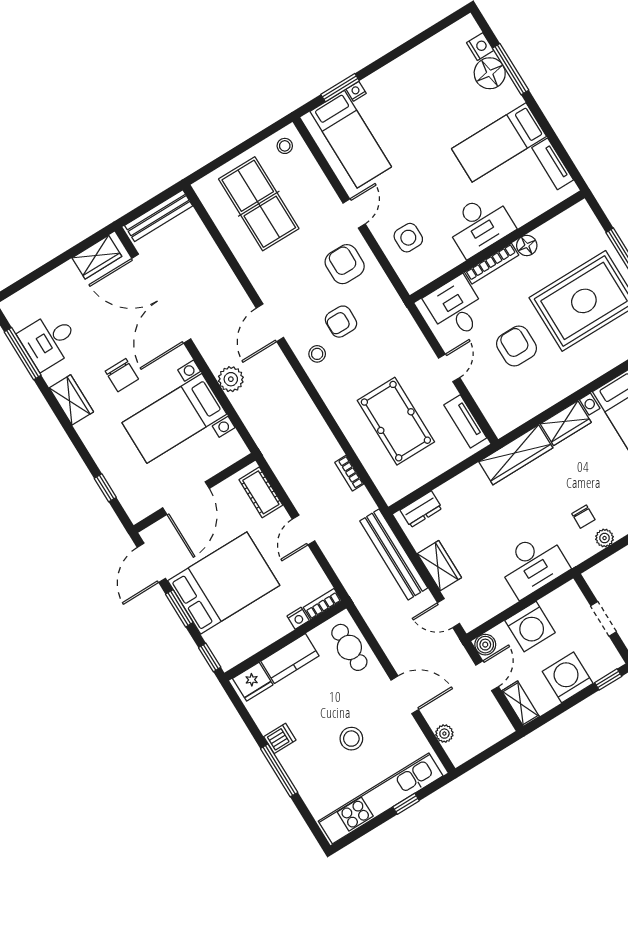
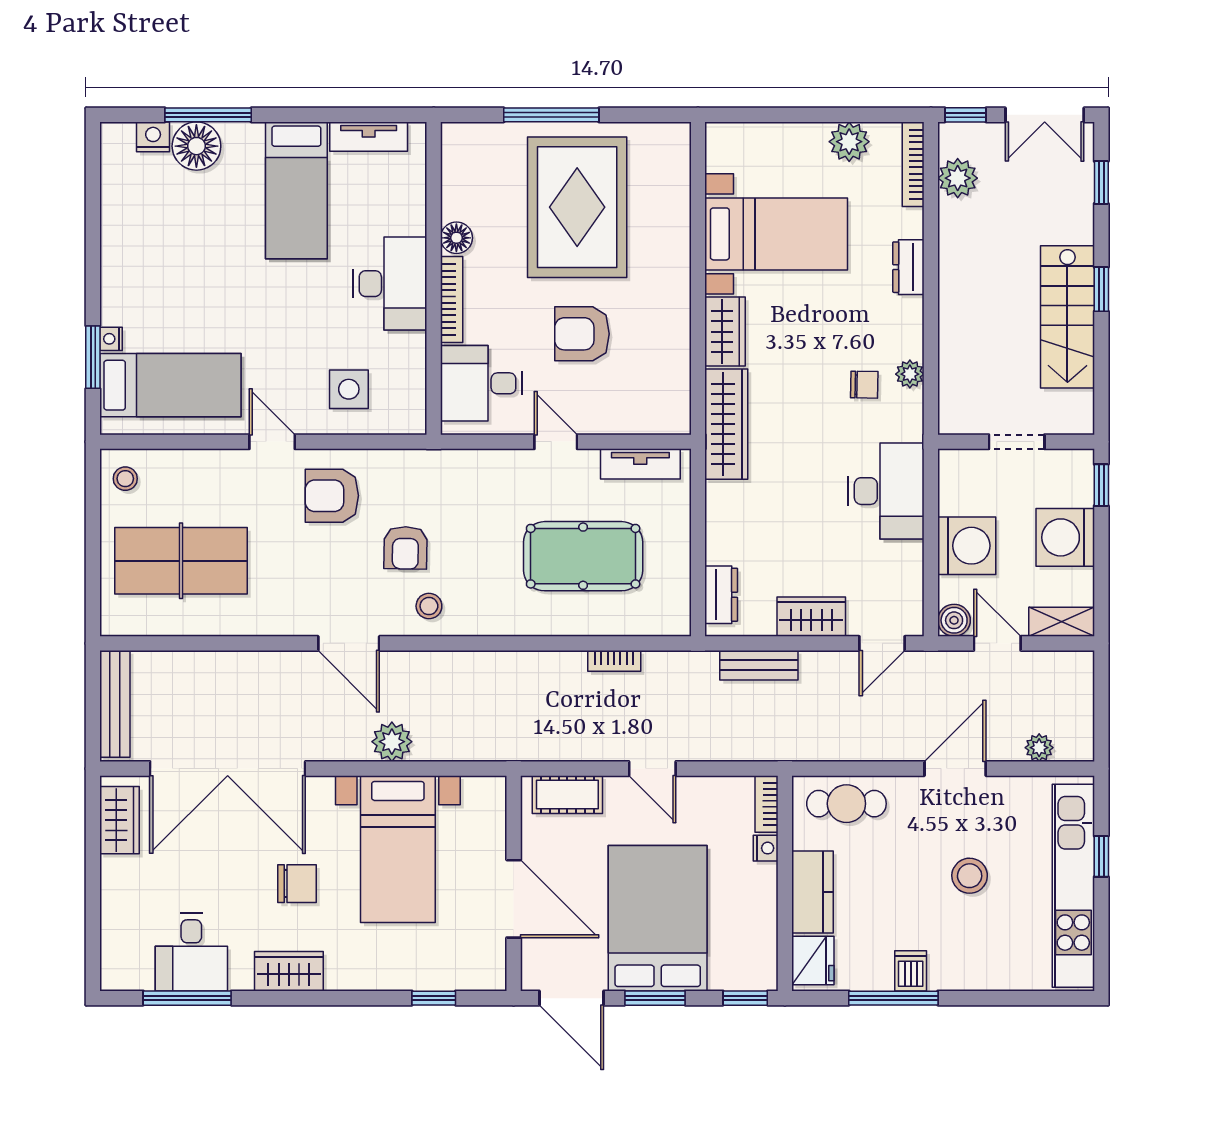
bench: (394, 554) -> (759, 665), width x0.54, depth x0.82
window: (279, 770) -> (893, 998), moved

